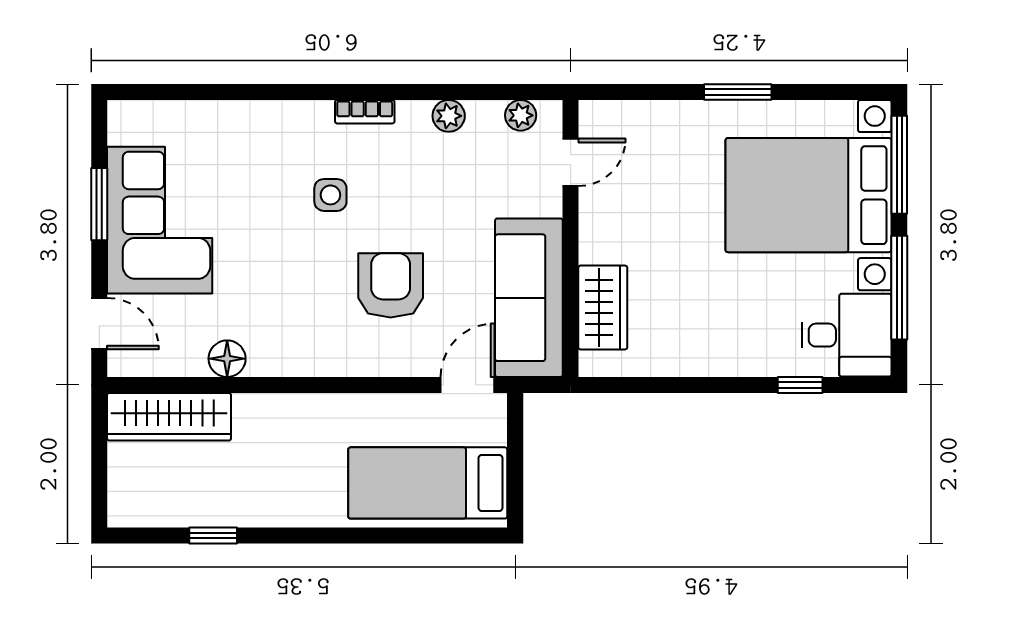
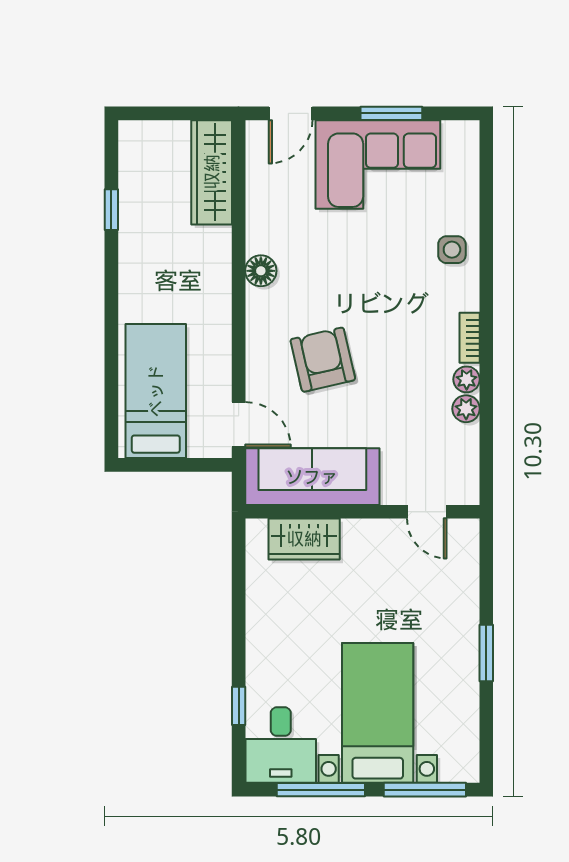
plant: (521, 115) -> (467, 379), moved
side table: (330, 195) -> (452, 250), moved
bed with nightstands: (808, 195) -> (378, 713), width x0.73
armchair: (391, 285) -> (323, 360), turned -103
floor lamp: (227, 359) -> (261, 271), moved

